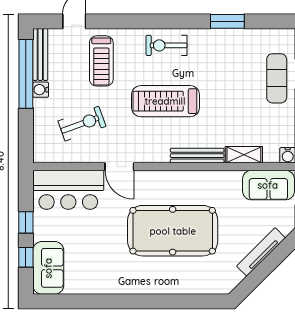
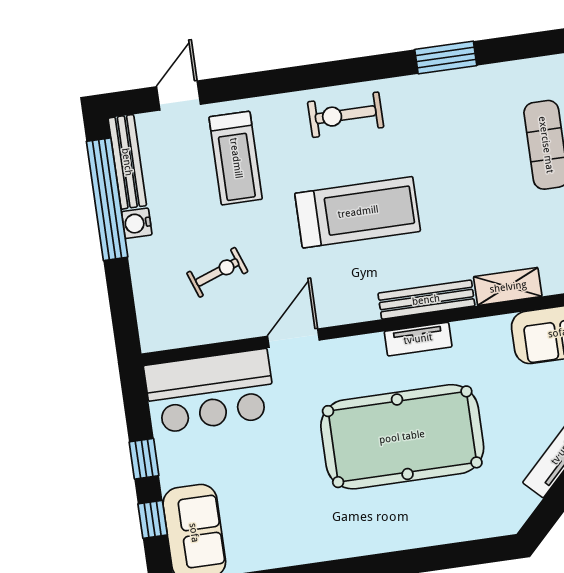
treadmill: (165, 101) -> (358, 212), turned 180
exercise bike: (82, 124) -> (217, 272), width x0.73, depth x0.72
door: (119, 167) -> (293, 338), swing flipped
tv unit: (189, 177) -> (418, 339), added

